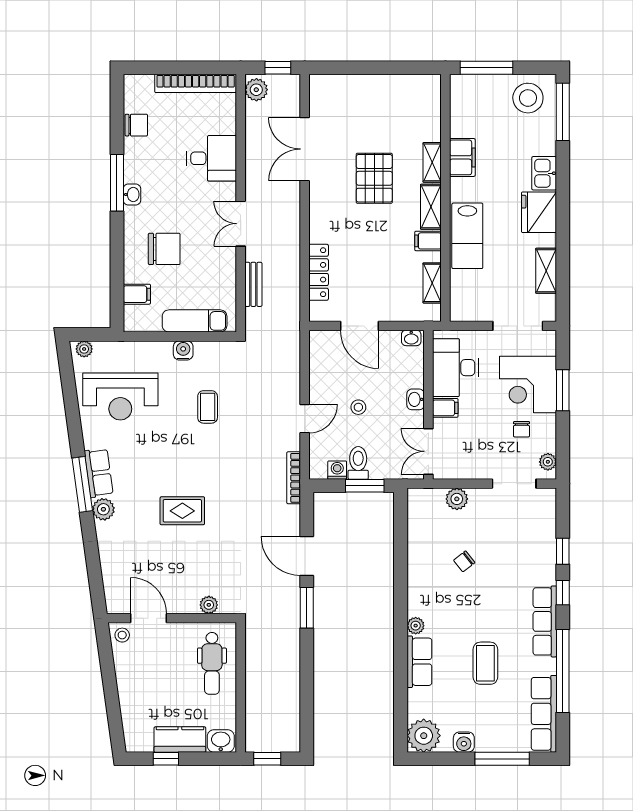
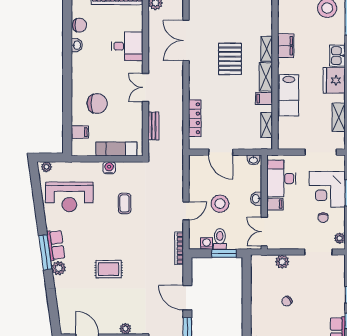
window: (117, 183) -> (67, 62), removed
washbasin: (132, 194) -> (77, 45), moved
stool: (358, 407) -> (220, 204), width x1.89, depth x1.89

